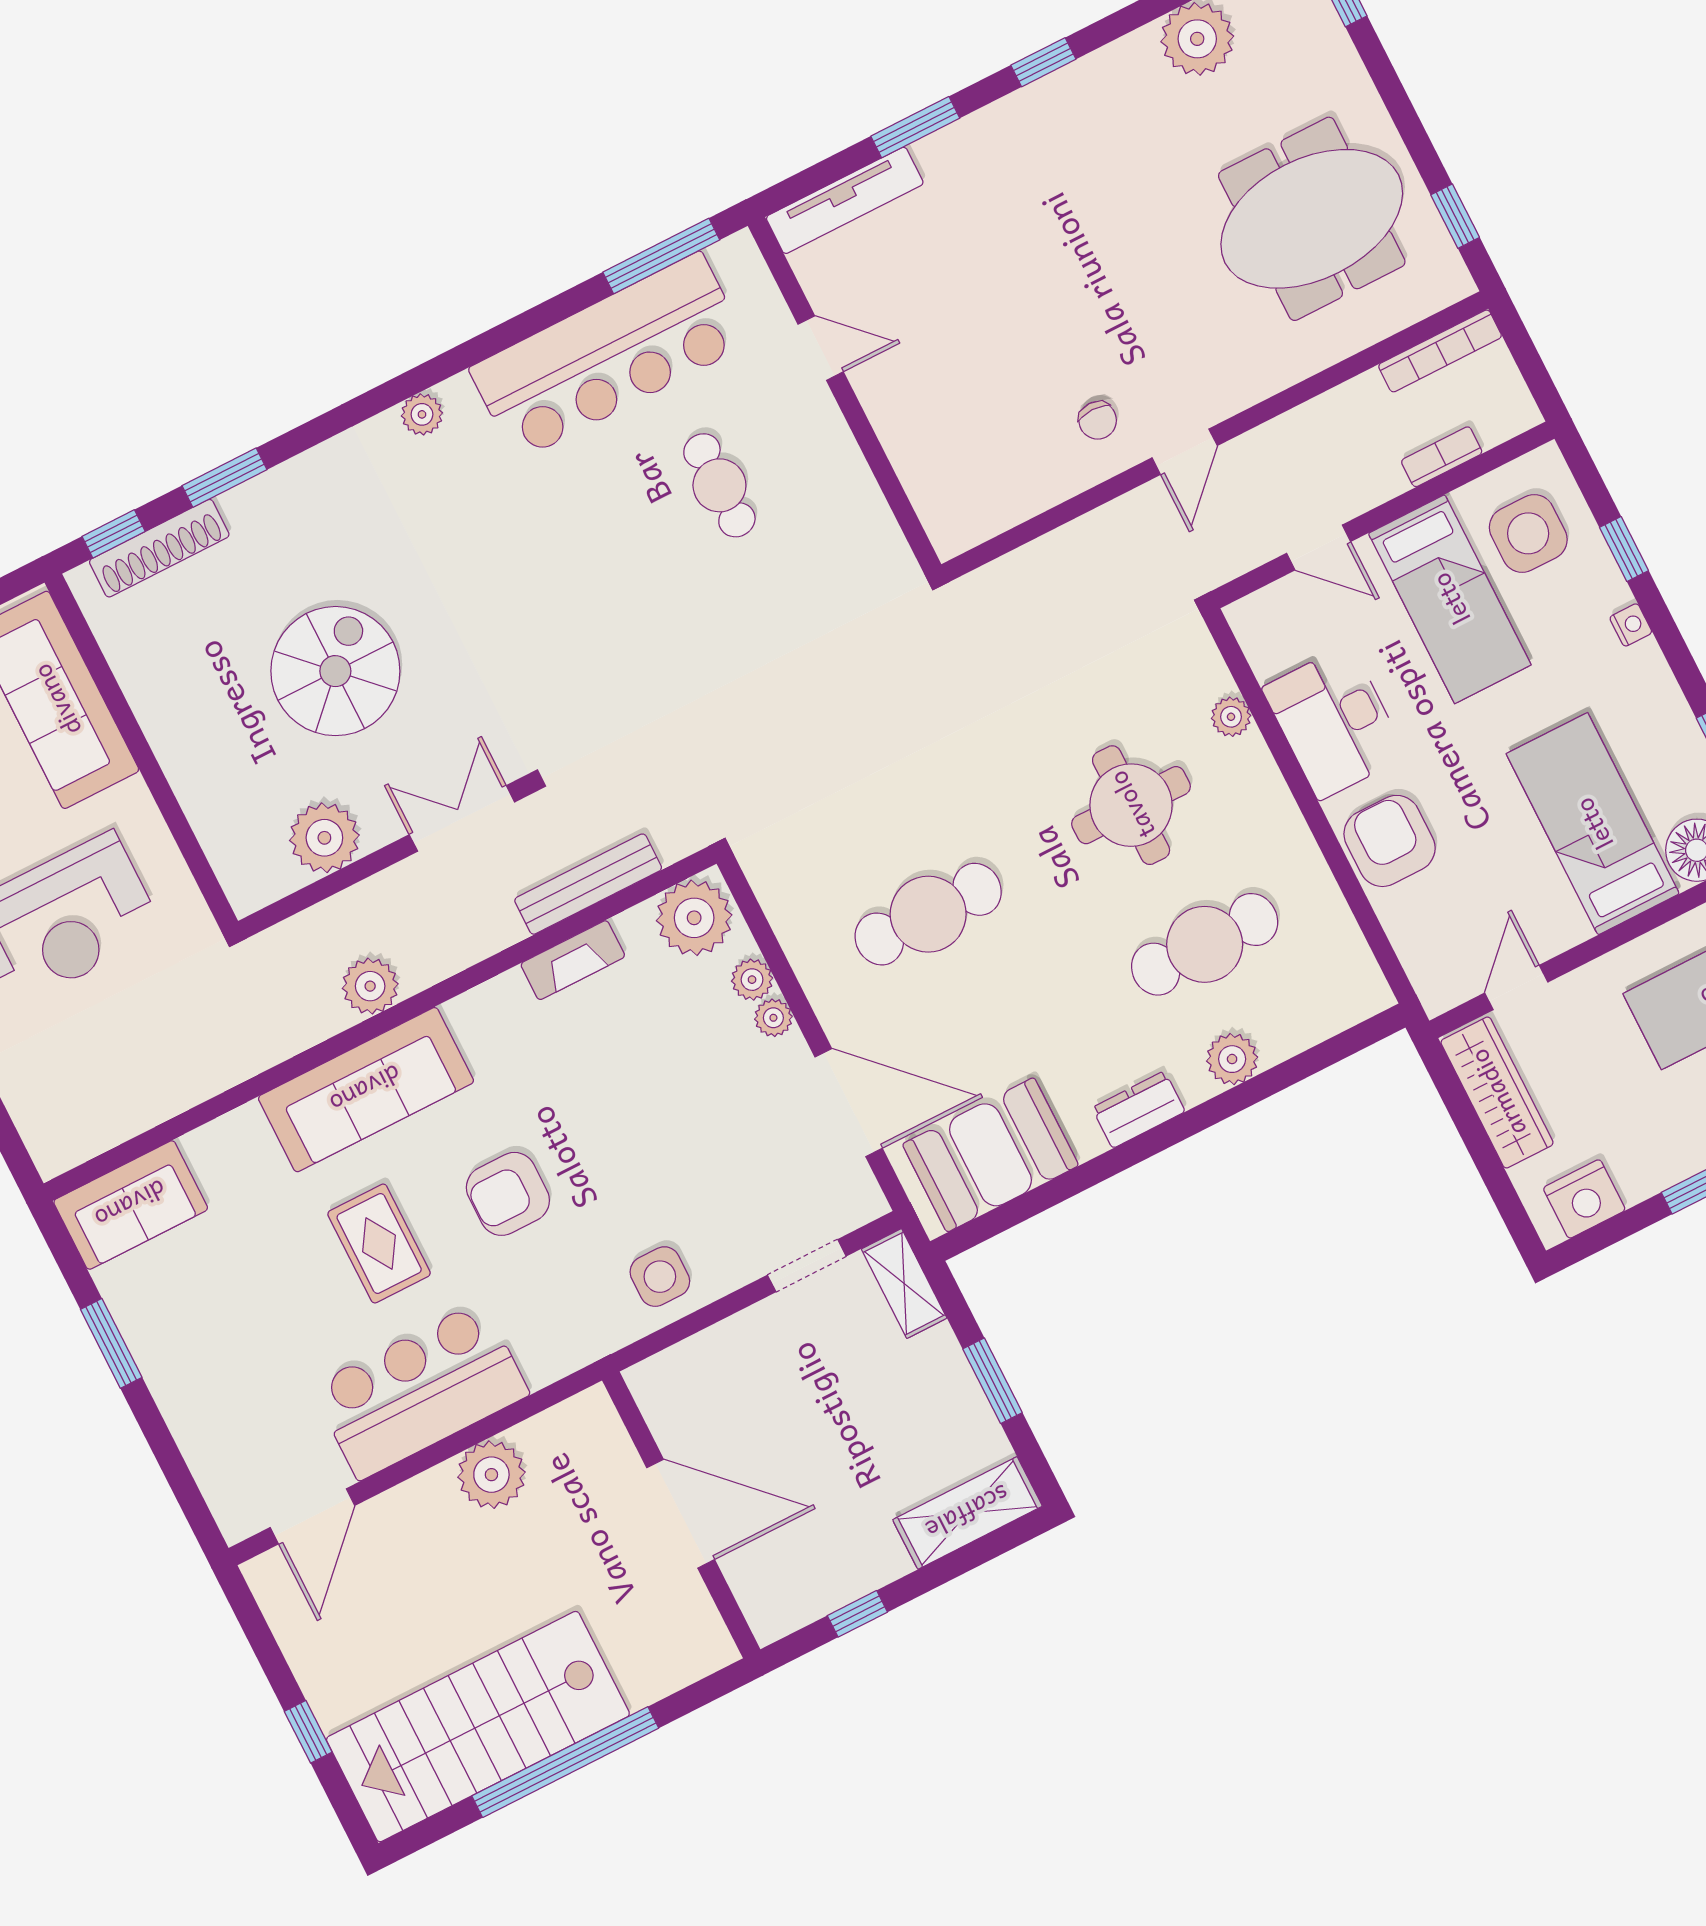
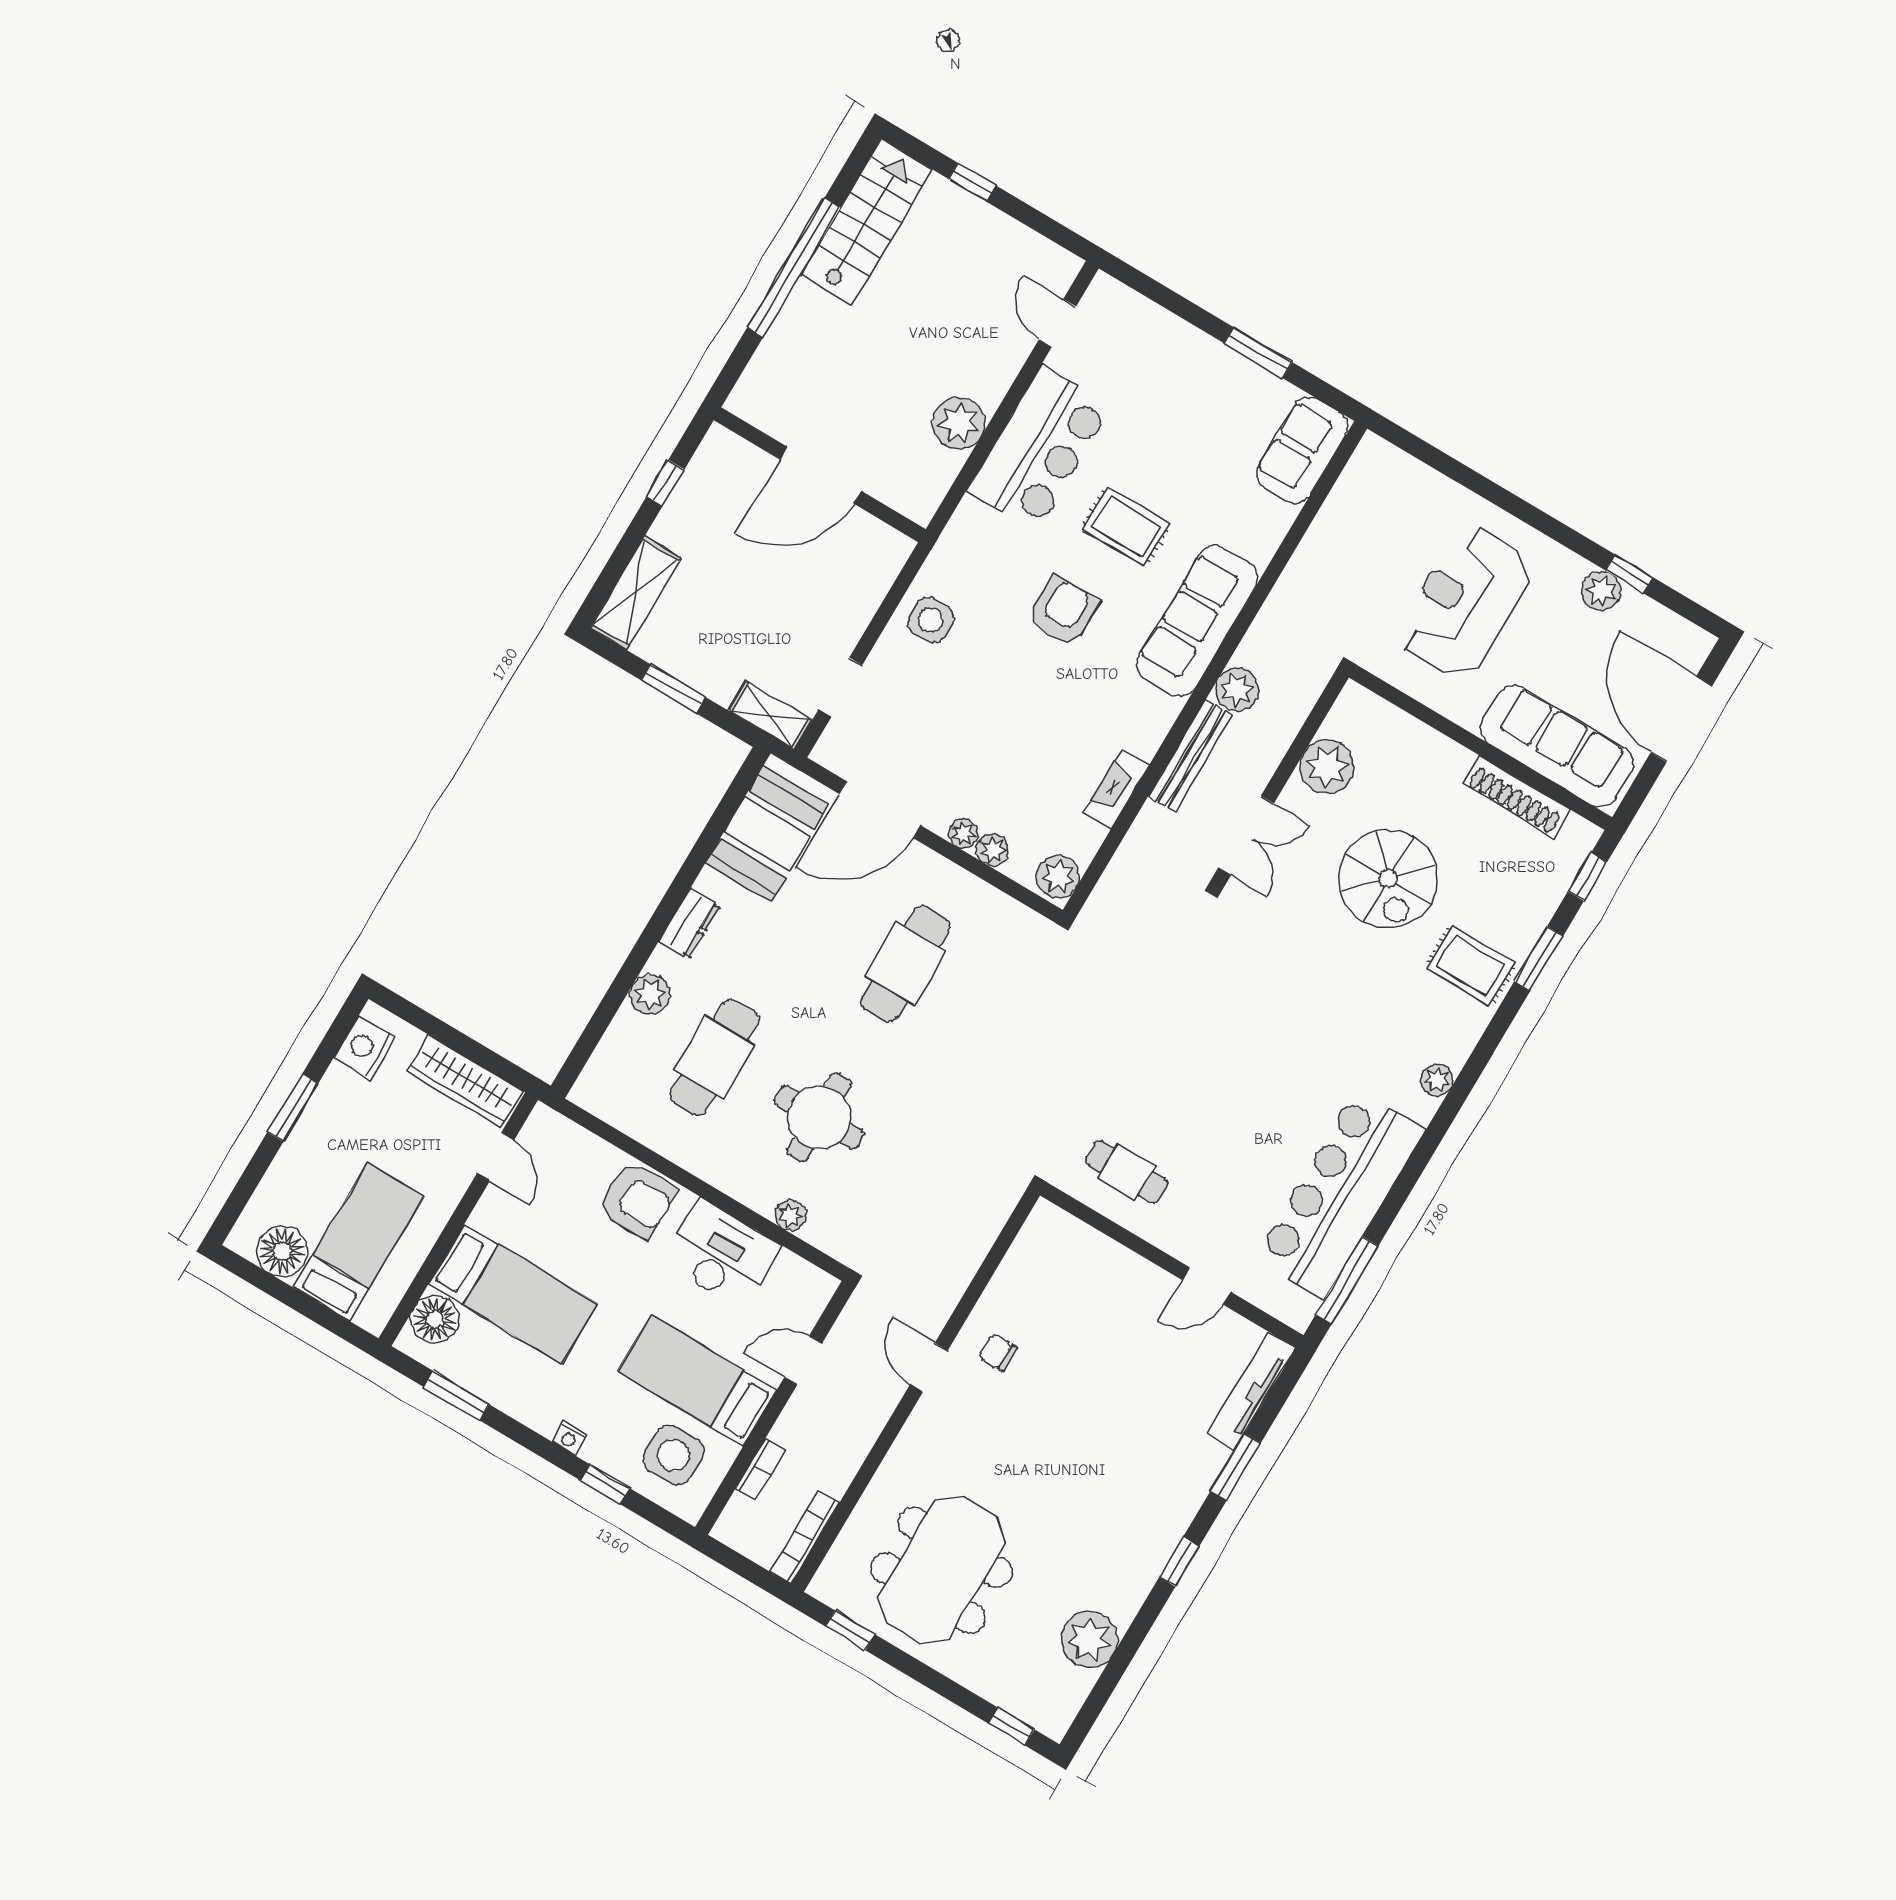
cafe table: (719, 485) -> (1127, 1172), moved
rug: (304, 518) -> (1471, 965), added
shoe rack: (159, 548) -> (1517, 797), moved, turned -90
bench: (588, 884) -> (1190, 756), moved
plant: (694, 918) -> (1058, 877), width x0.73, depth x0.73
door: (312, 1516) -> (1057, 323), width x0.73
stairs: (478, 1727) -> (866, 222), width x0.73, depth x0.66

